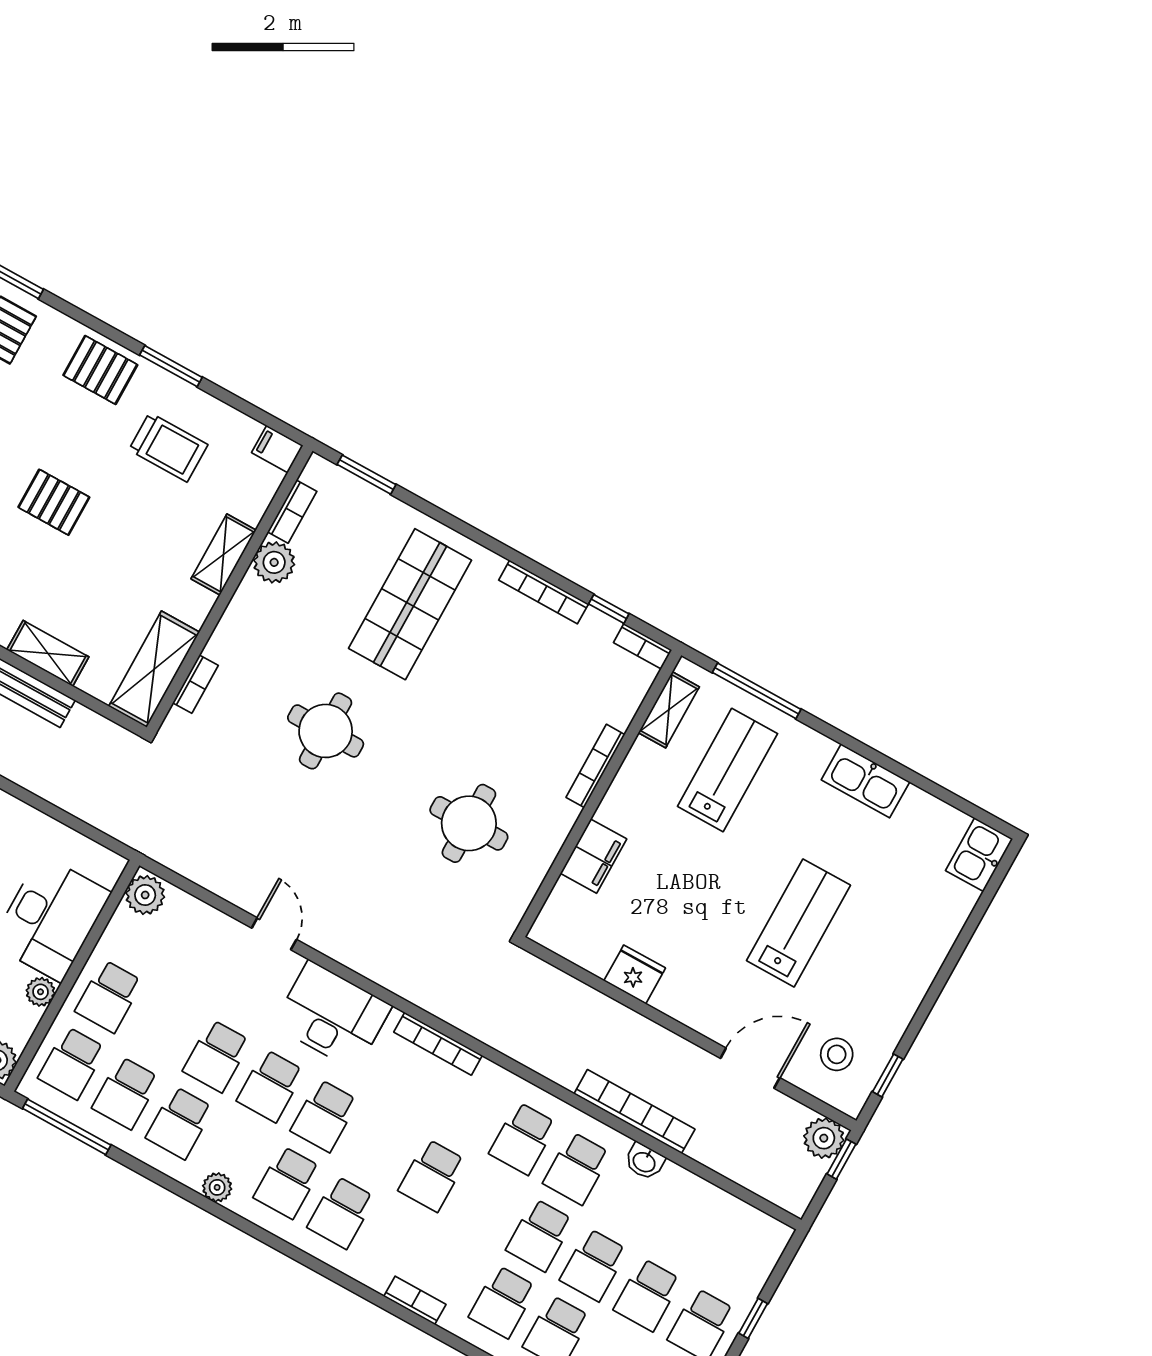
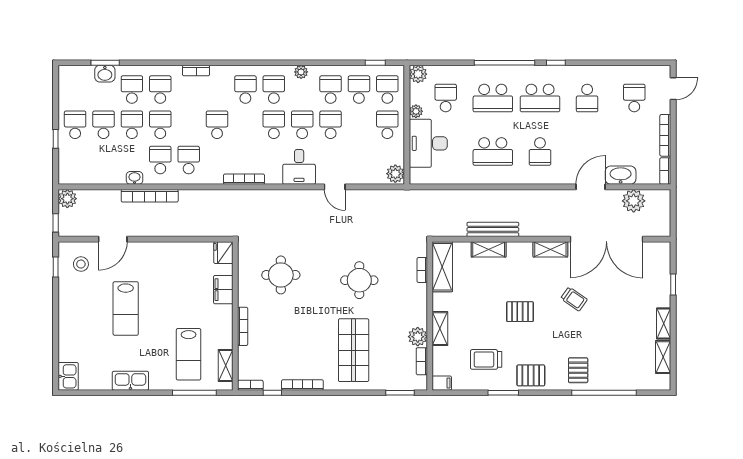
fridge: (635, 974) -> (223, 253), moved, turned 90
desk: (332, 1016) -> (299, 167), width x0.73
window: (67, 1127) -> (375, 63), width x0.46
plant: (824, 1138) -> (67, 199), moved

